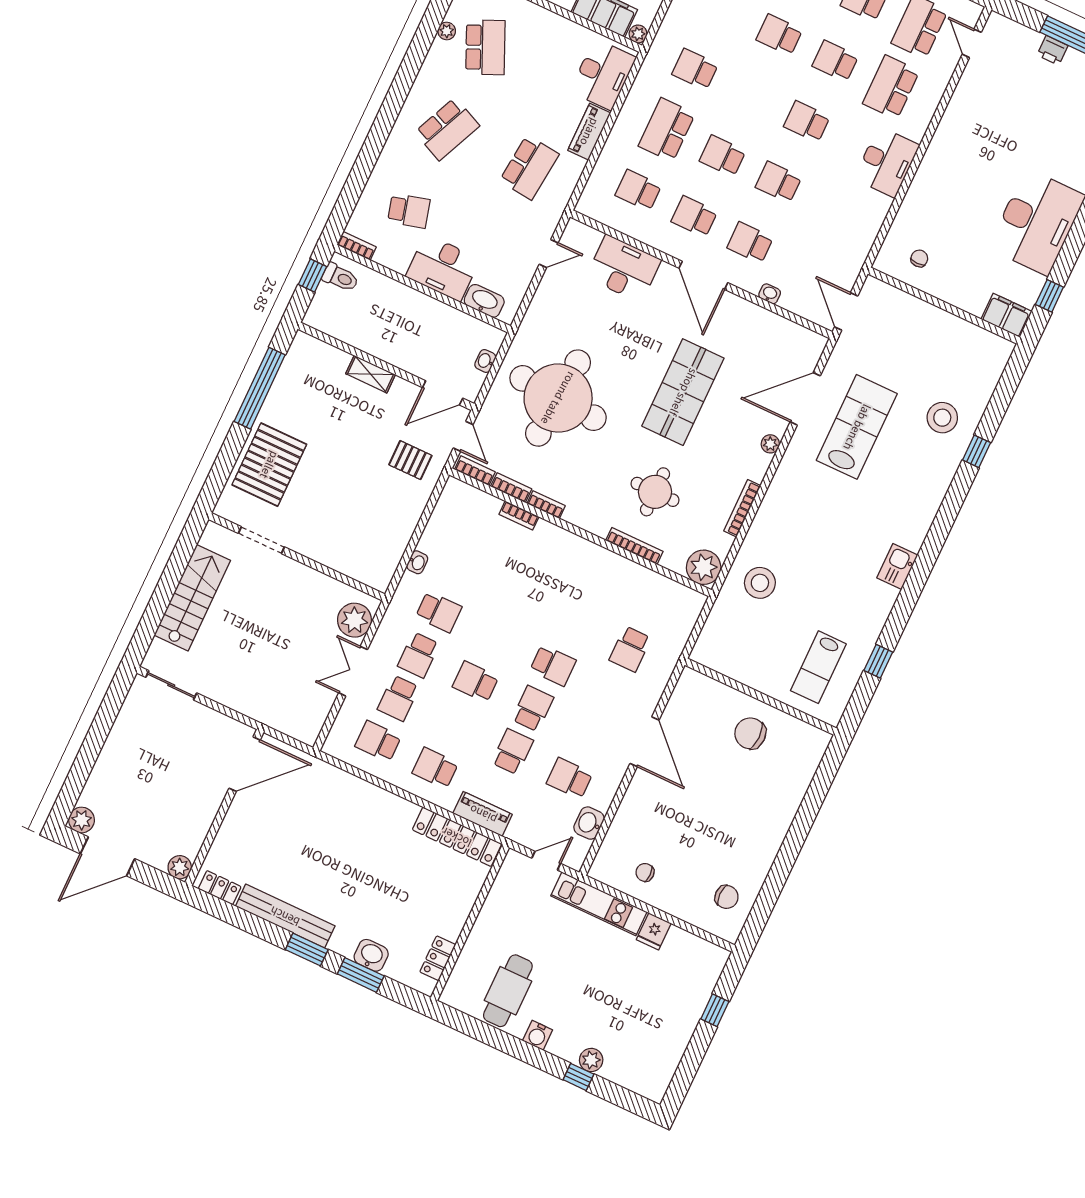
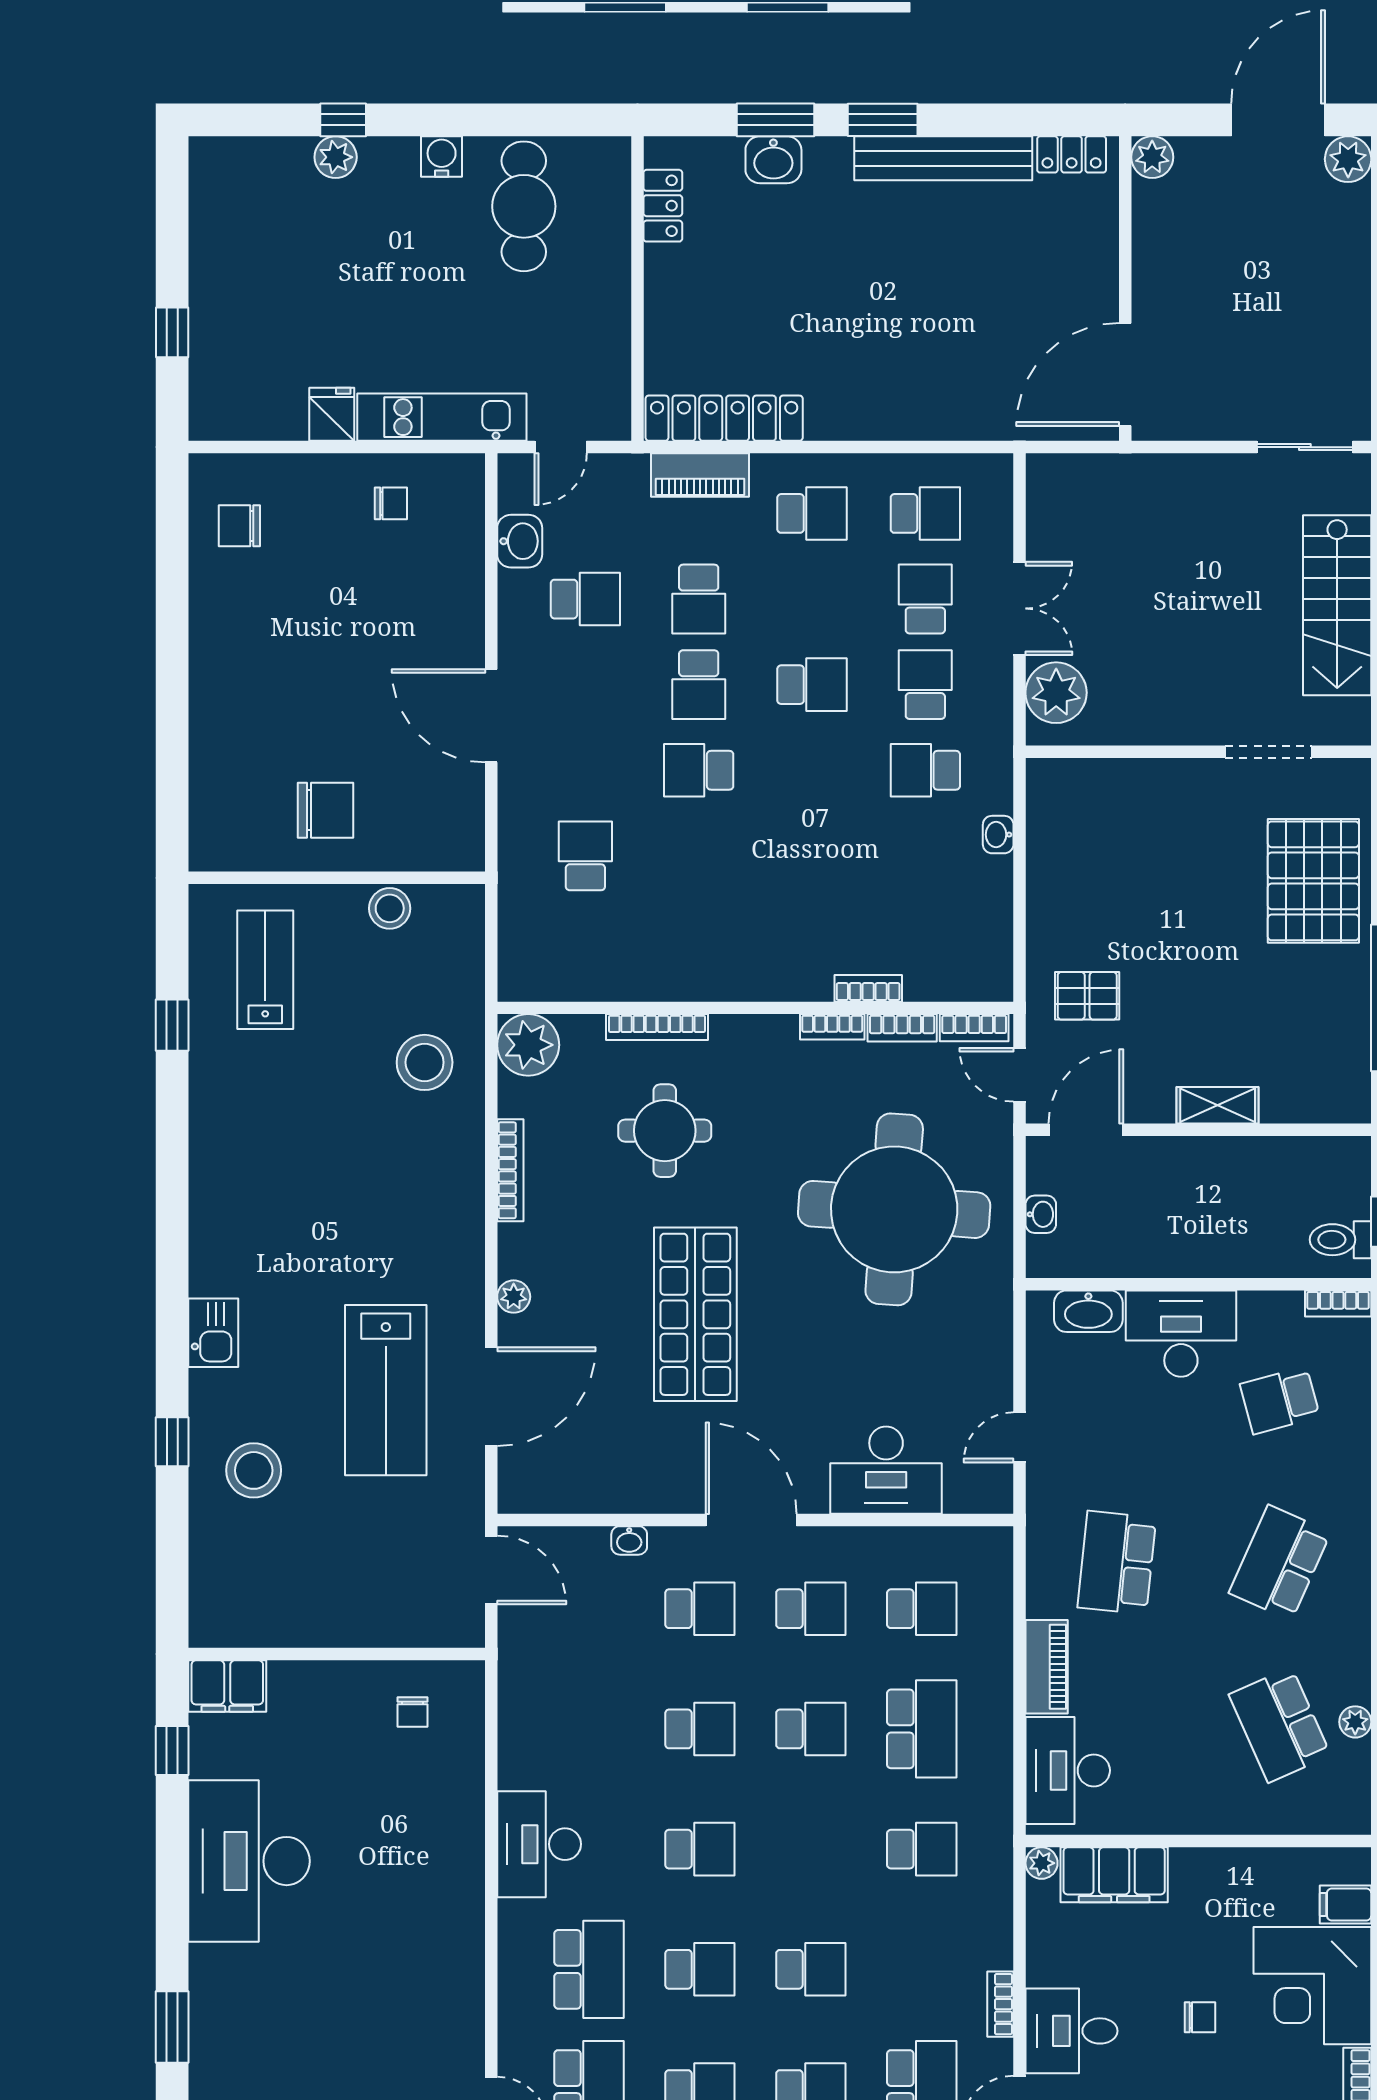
kitchen sink: (897, 566) -> (213, 1333), moved
stool: (741, 669) -> (390, 908), added

